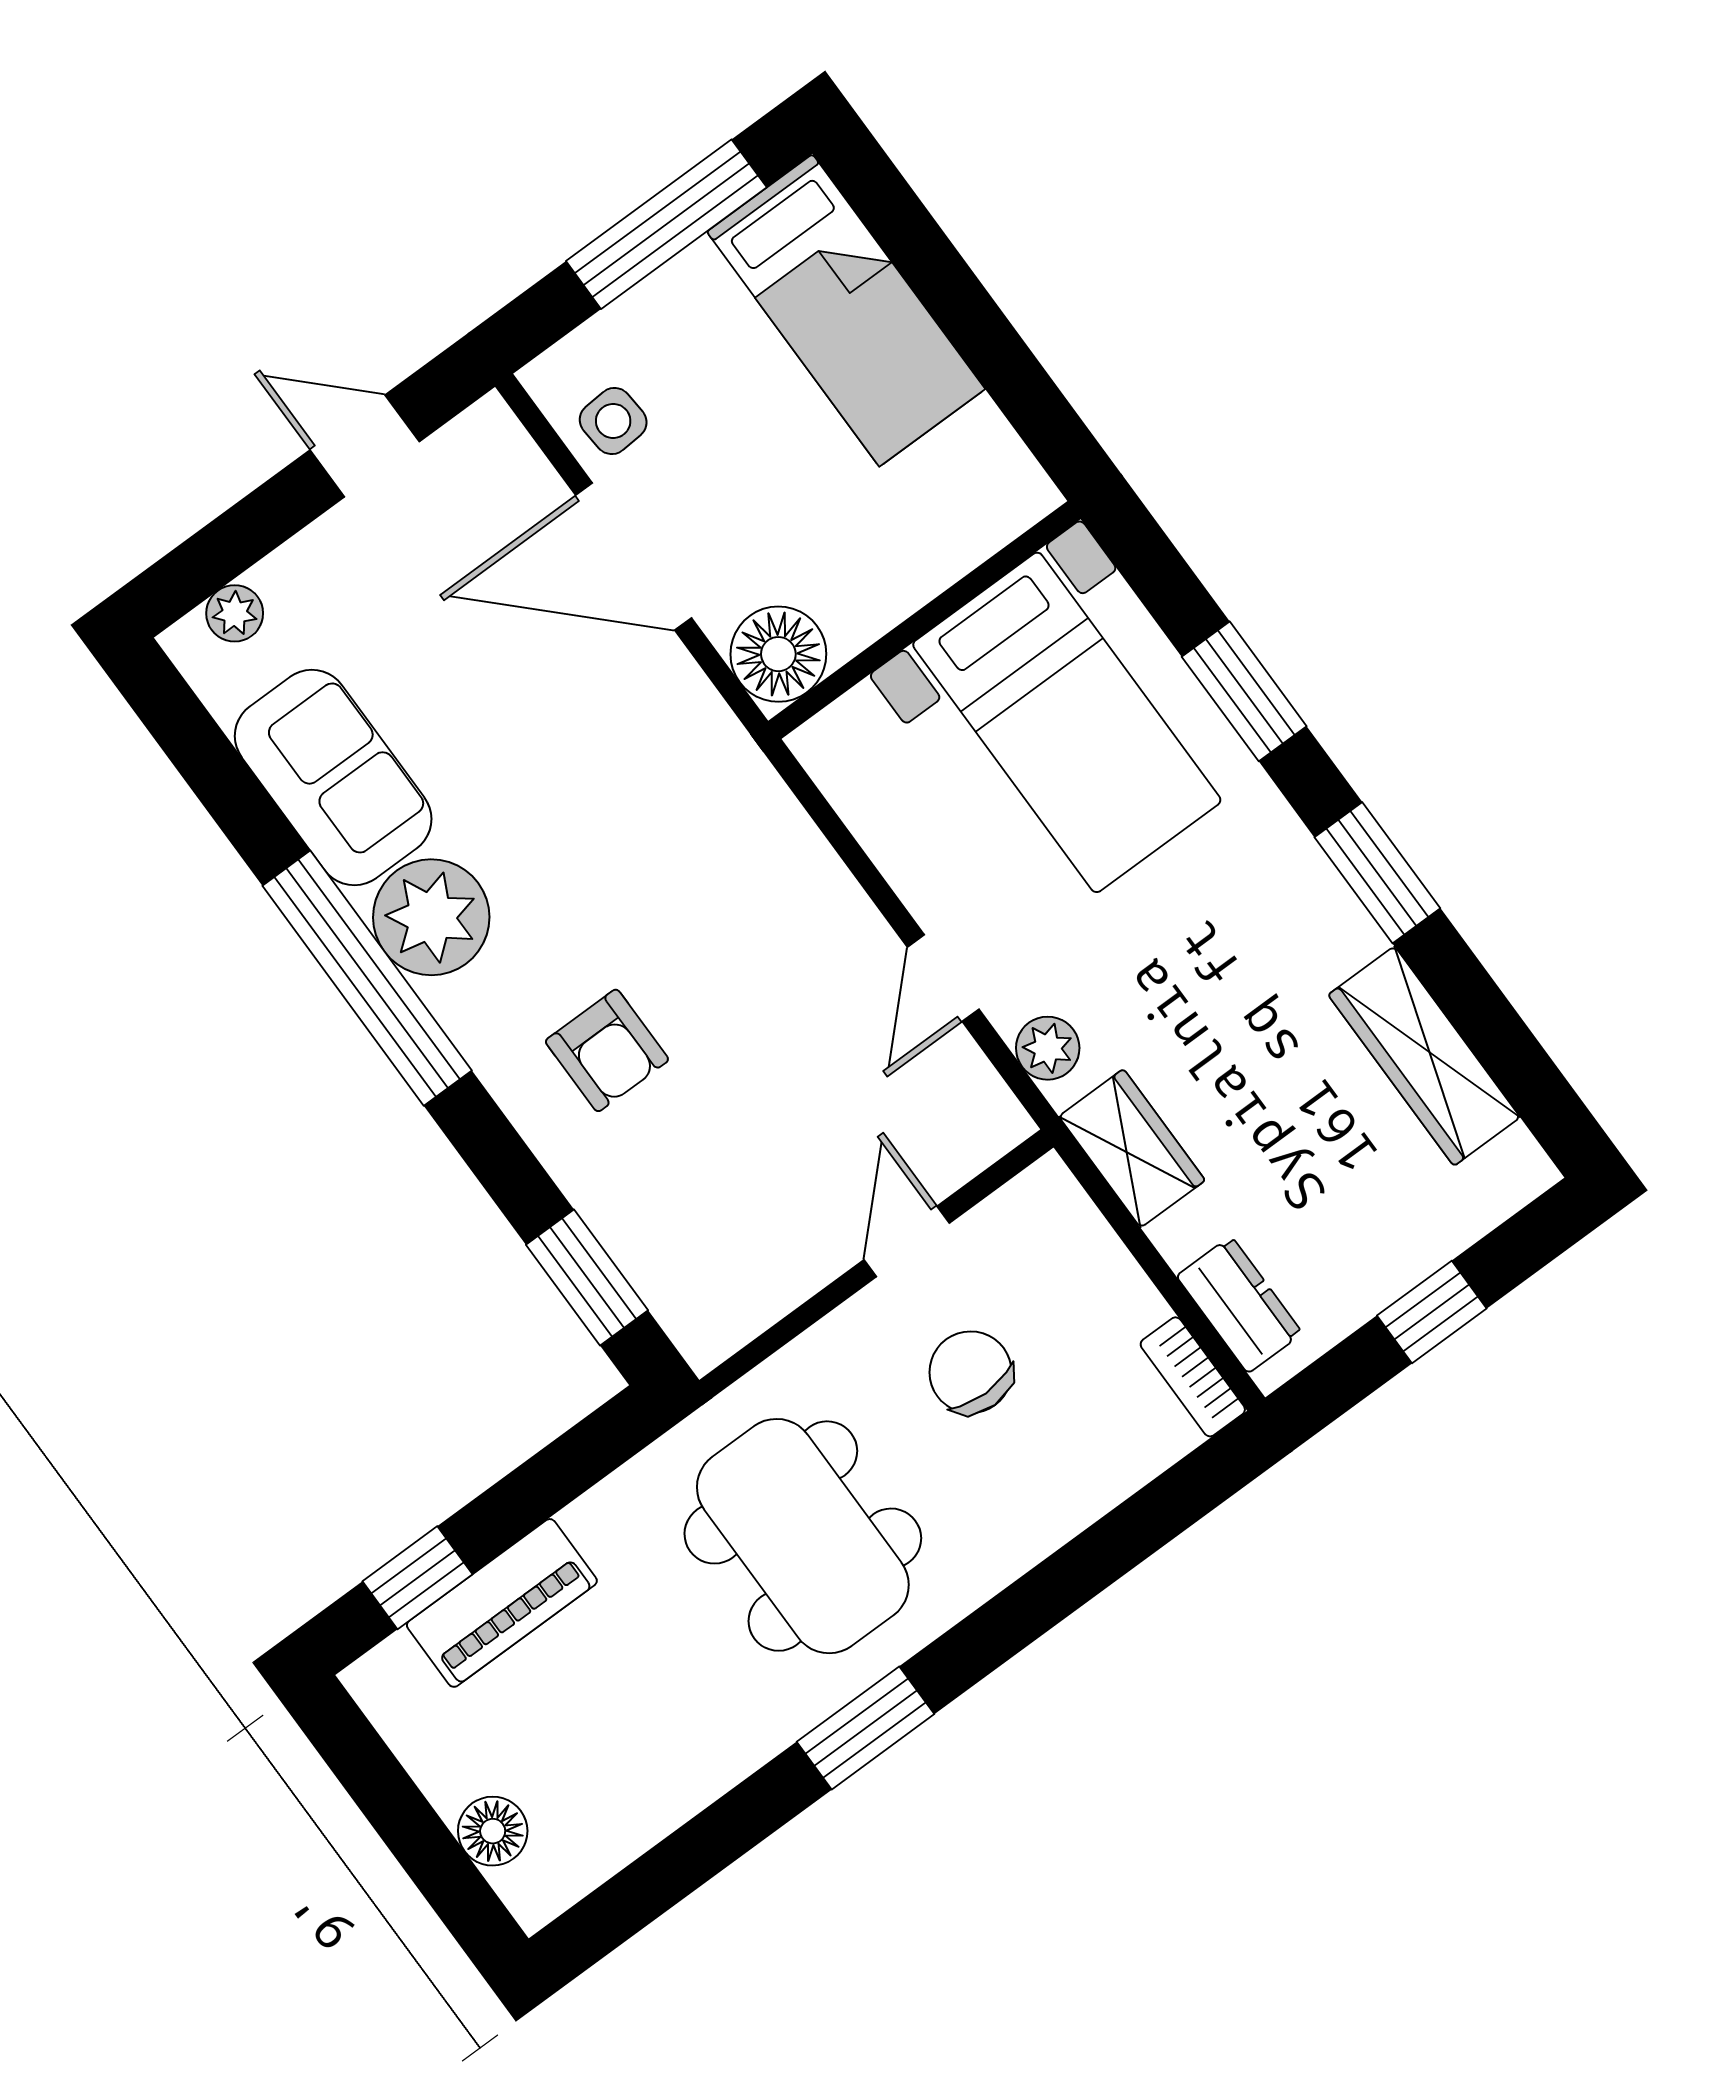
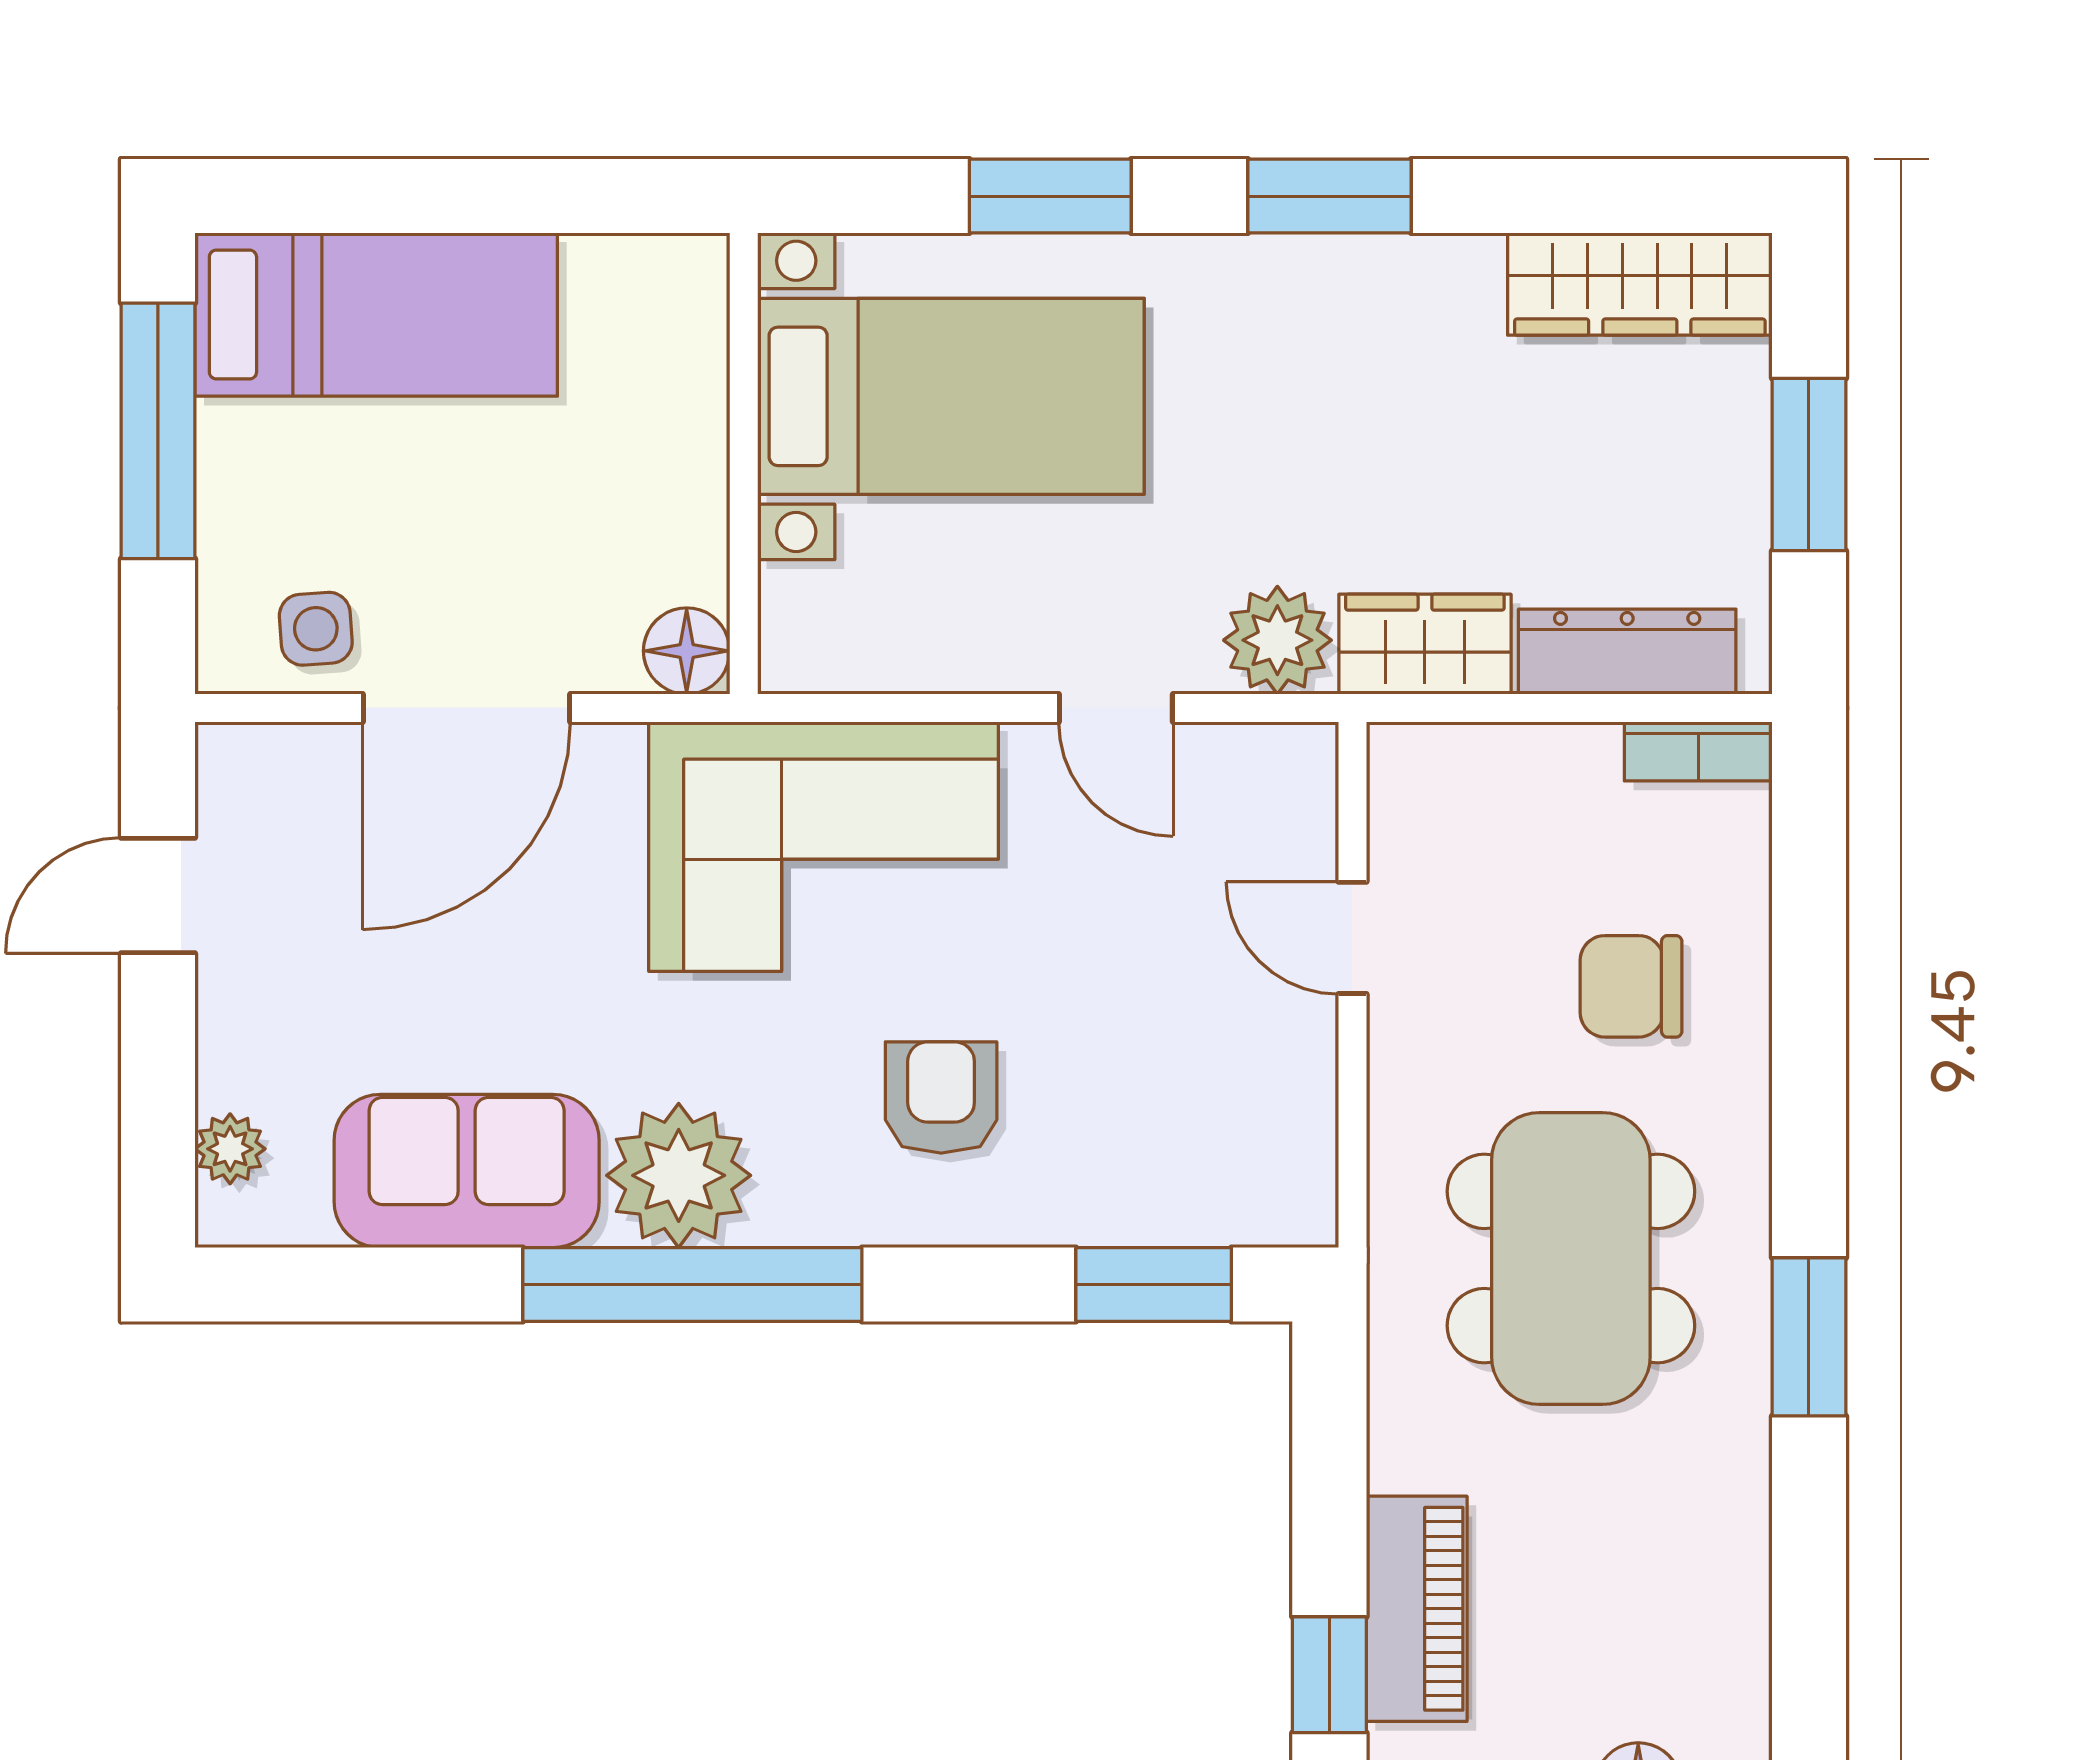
floor lamp: (778, 654) -> (687, 651), width x0.73, depth x0.73
corner sofa: (714, 855) -> (824, 847), added
plant: (1048, 1048) -> (1277, 640), width x1.38, depth x1.38
armchair: (607, 1050) -> (941, 1098), turned -90
wardrobe: (1424, 1056) -> (1640, 284), moved
dresser: (1239, 1305) -> (1627, 652), width x1.44
window: (1432, 1312) -> (1809, 464), width x1.50
chair: (971, 1372) -> (1631, 986), moved
dining table: (803, 1536) -> (1571, 1258), turned 90

